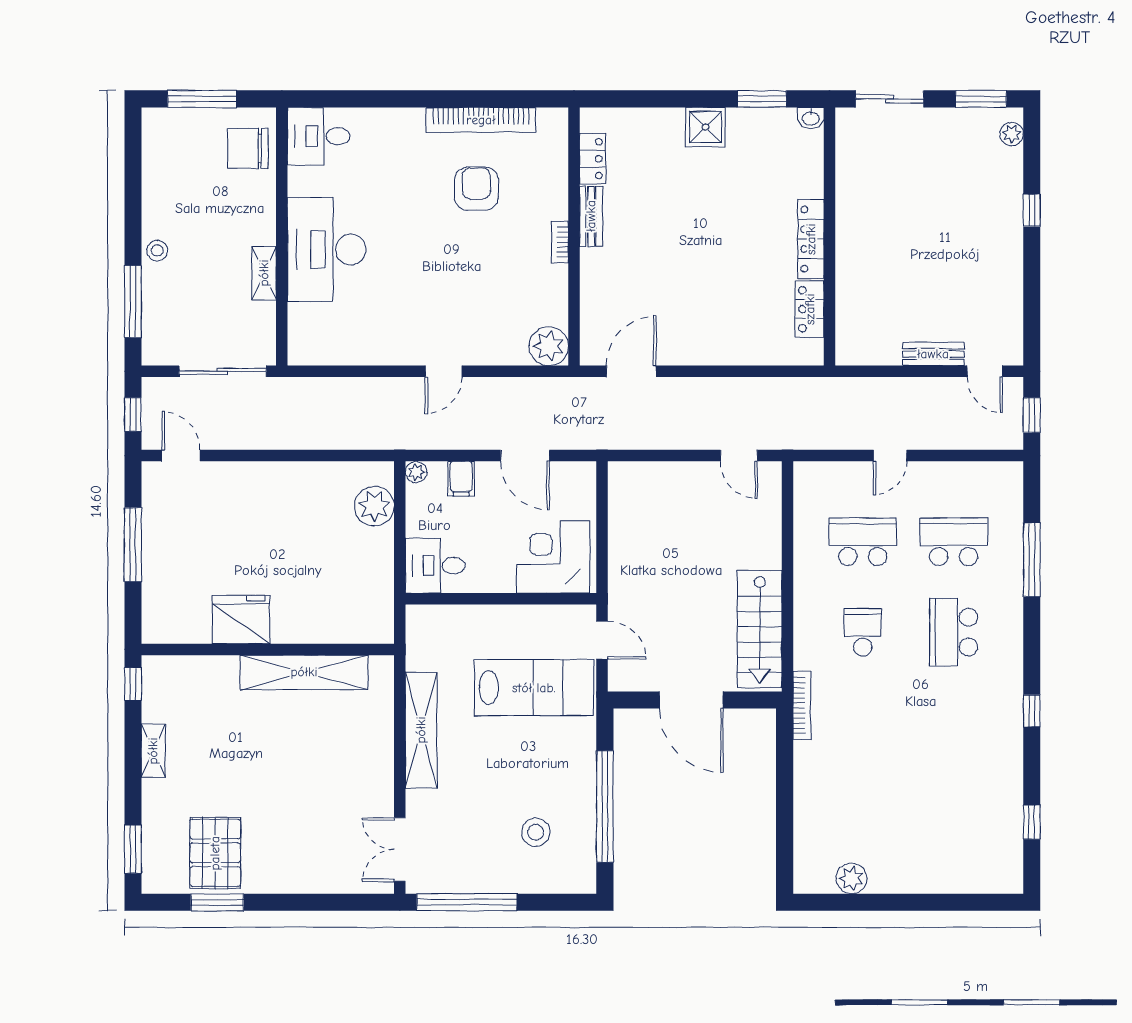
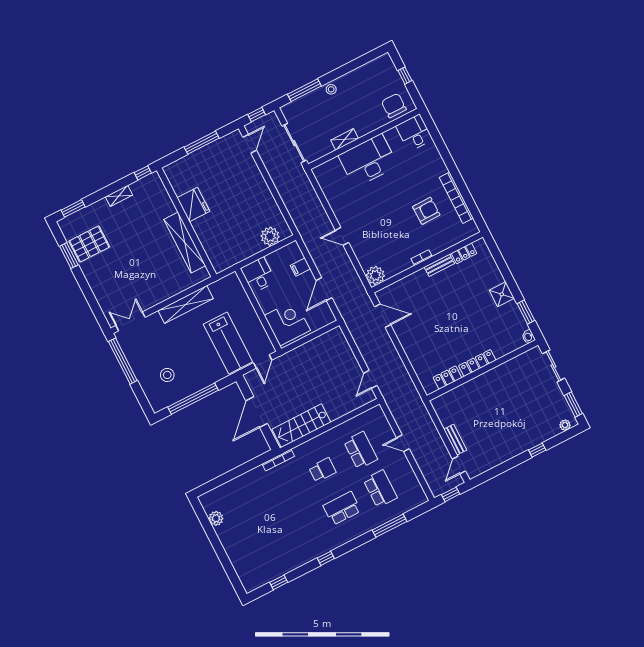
window: (202, 99) -> (405, 76), width x0.46
plant: (416, 472) -> (294, 247), removed

